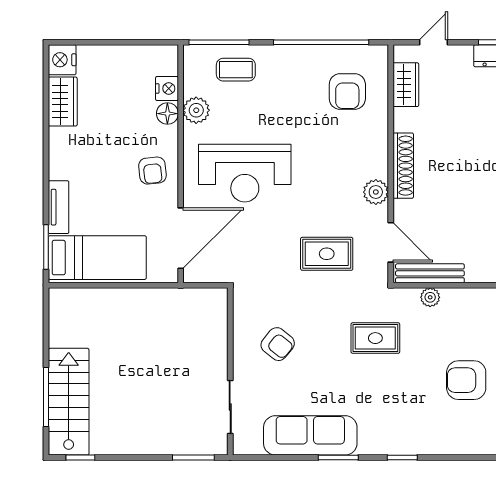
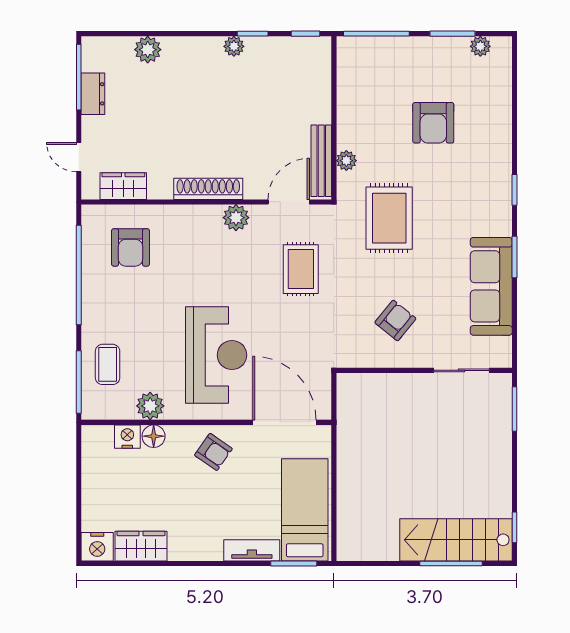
armchair: (347, 92) -> (131, 247), turned 90
armchair: (152, 171) -> (213, 452), turned 41
rug: (375, 338) -> (389, 218), width x1.36, depth x1.43

